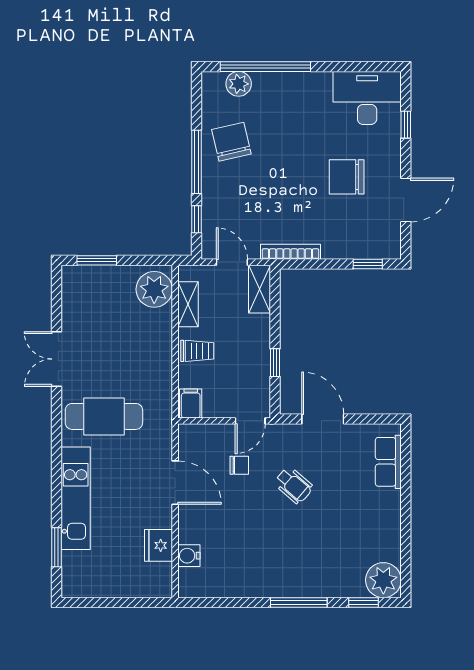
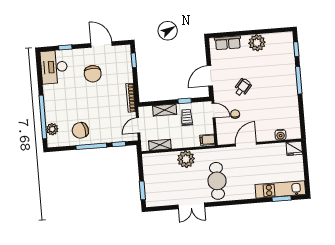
plant: (154, 289) -> (186, 159), moved
shelving: (259, 289) -> (165, 110), moved
trolley: (197, 351) -> (187, 118), moved
kitchen unit: (76, 498) -> (280, 189), moved
fridge: (158, 545) -> (294, 148), moved
plant: (383, 580) -> (257, 43), moved

